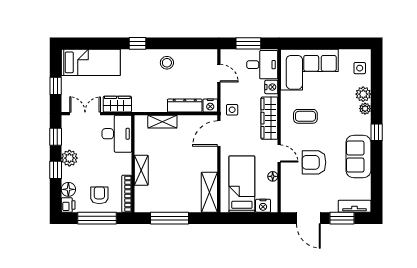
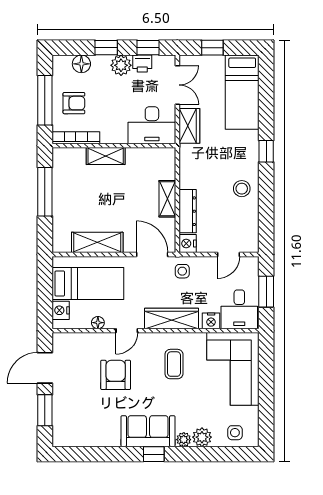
shelving: (162, 122) -> (167, 199), moved
sofa: (358, 156) -> (148, 431), moved
shelving: (209, 192) -> (97, 242), moved
printer: (68, 205) -> (142, 63), moved
tv unit: (355, 206) -> (60, 426), removed

